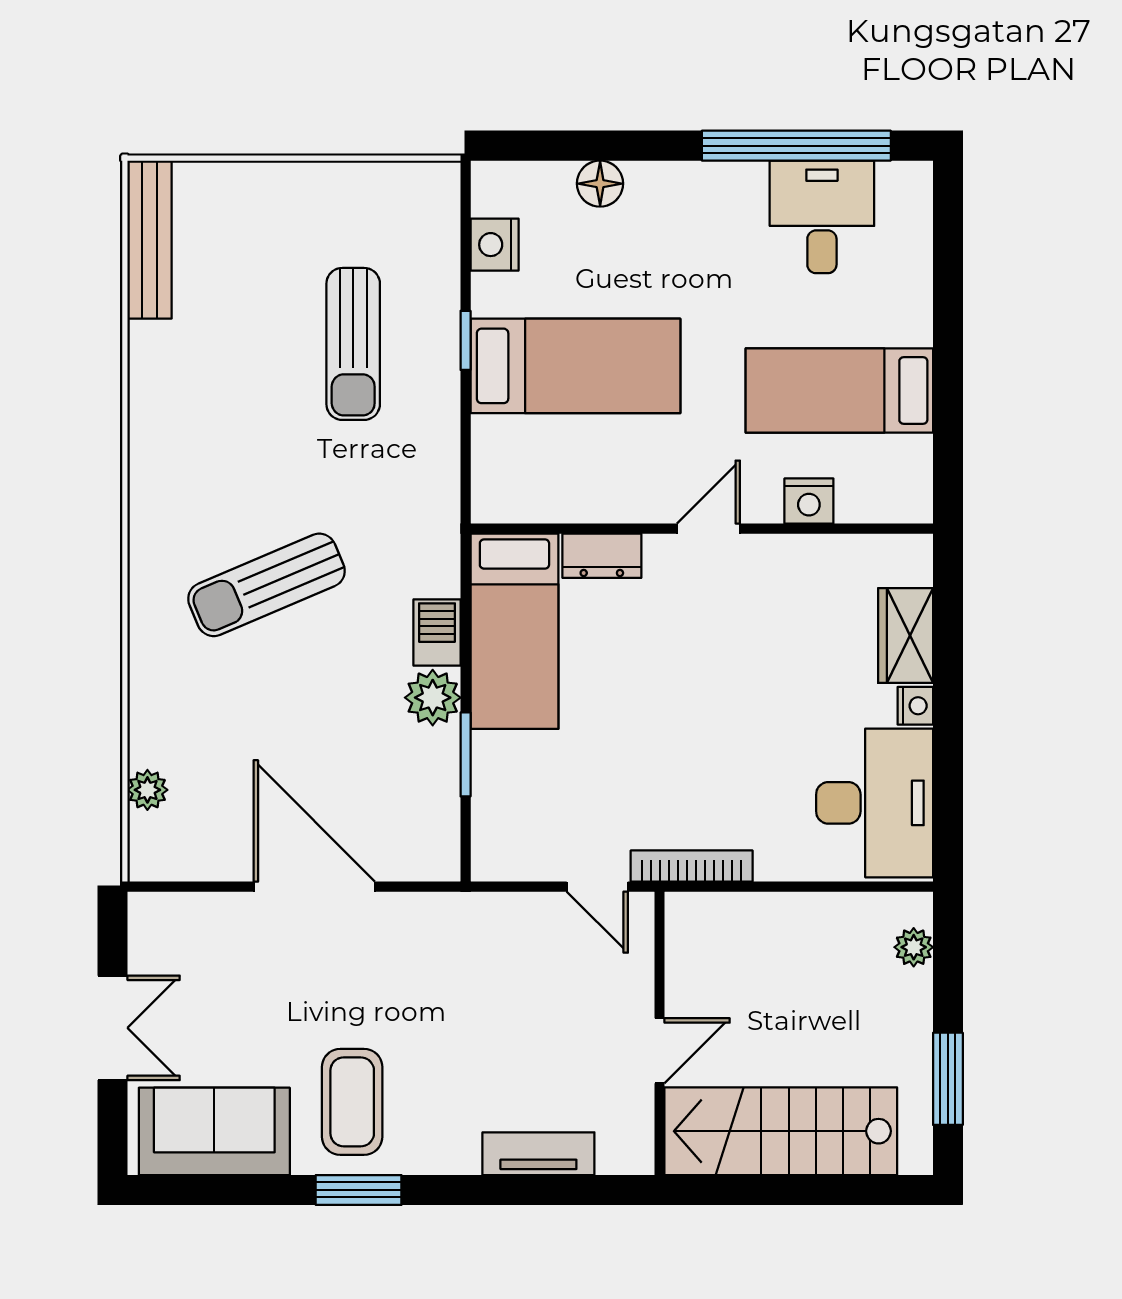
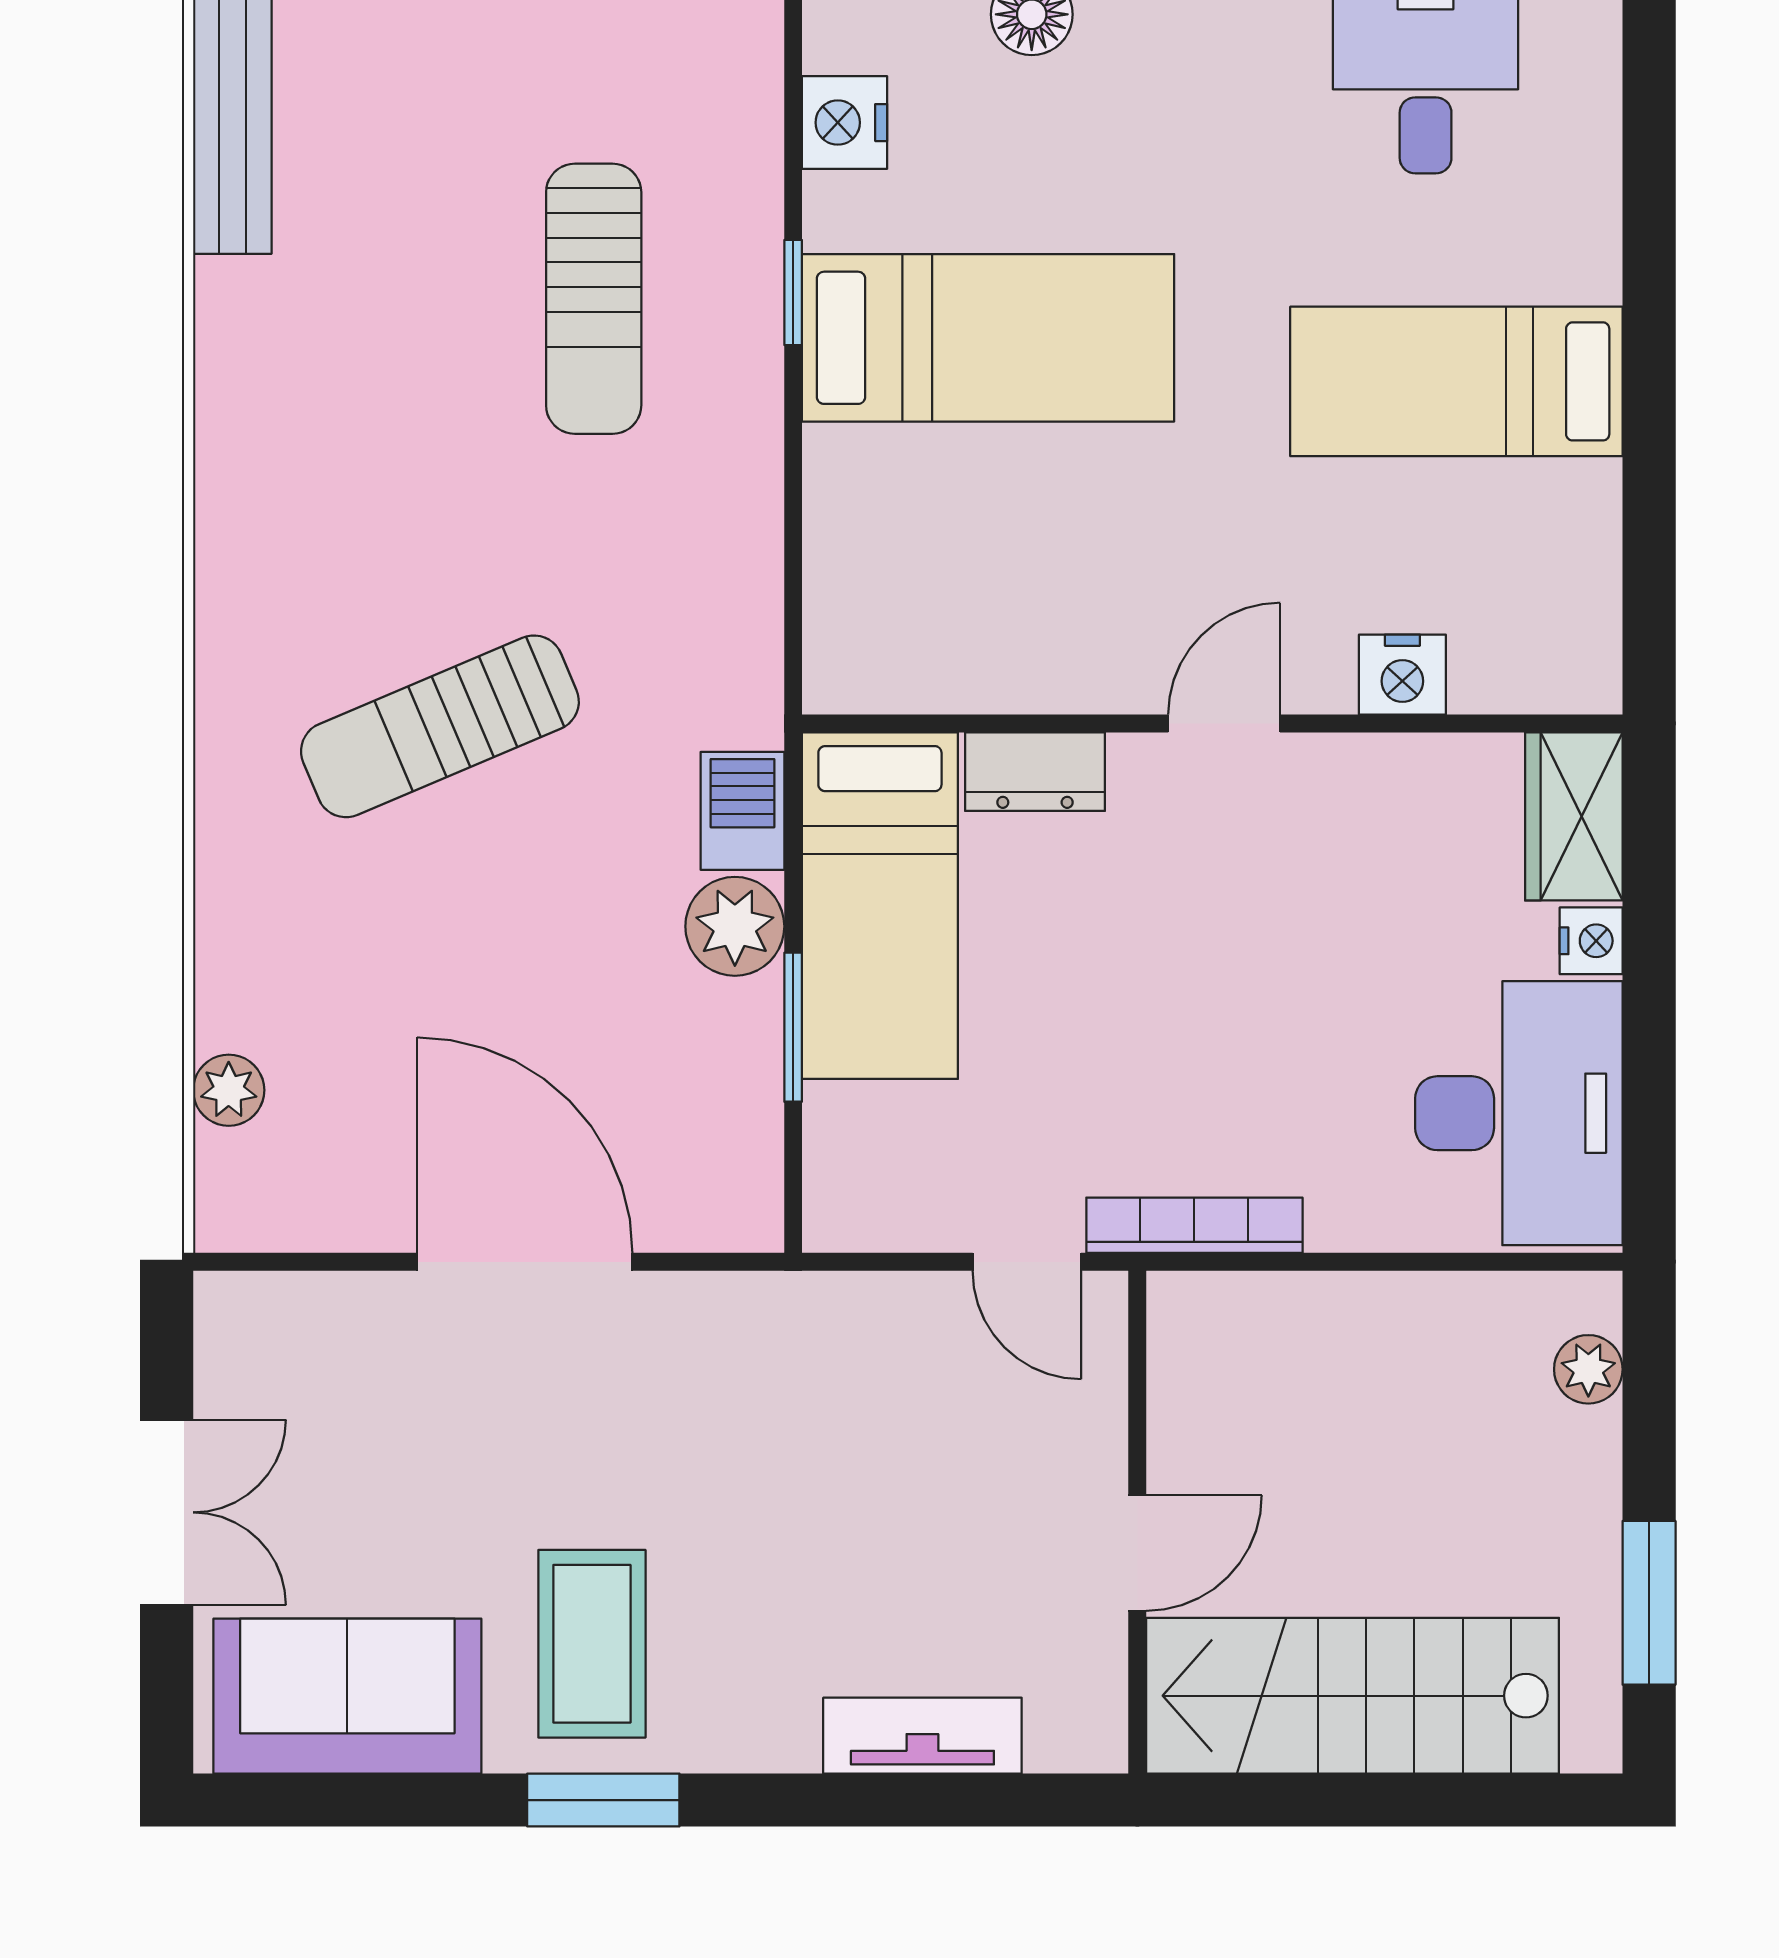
nightstand: (809, 501) -> (1402, 675), moved
wall: (702, 529) -> (1212, 723), moved
door: (708, 529) -> (1224, 723), moved
dresser: (602, 556) -> (1035, 772), moved
bed: (514, 631) -> (880, 906), moved

